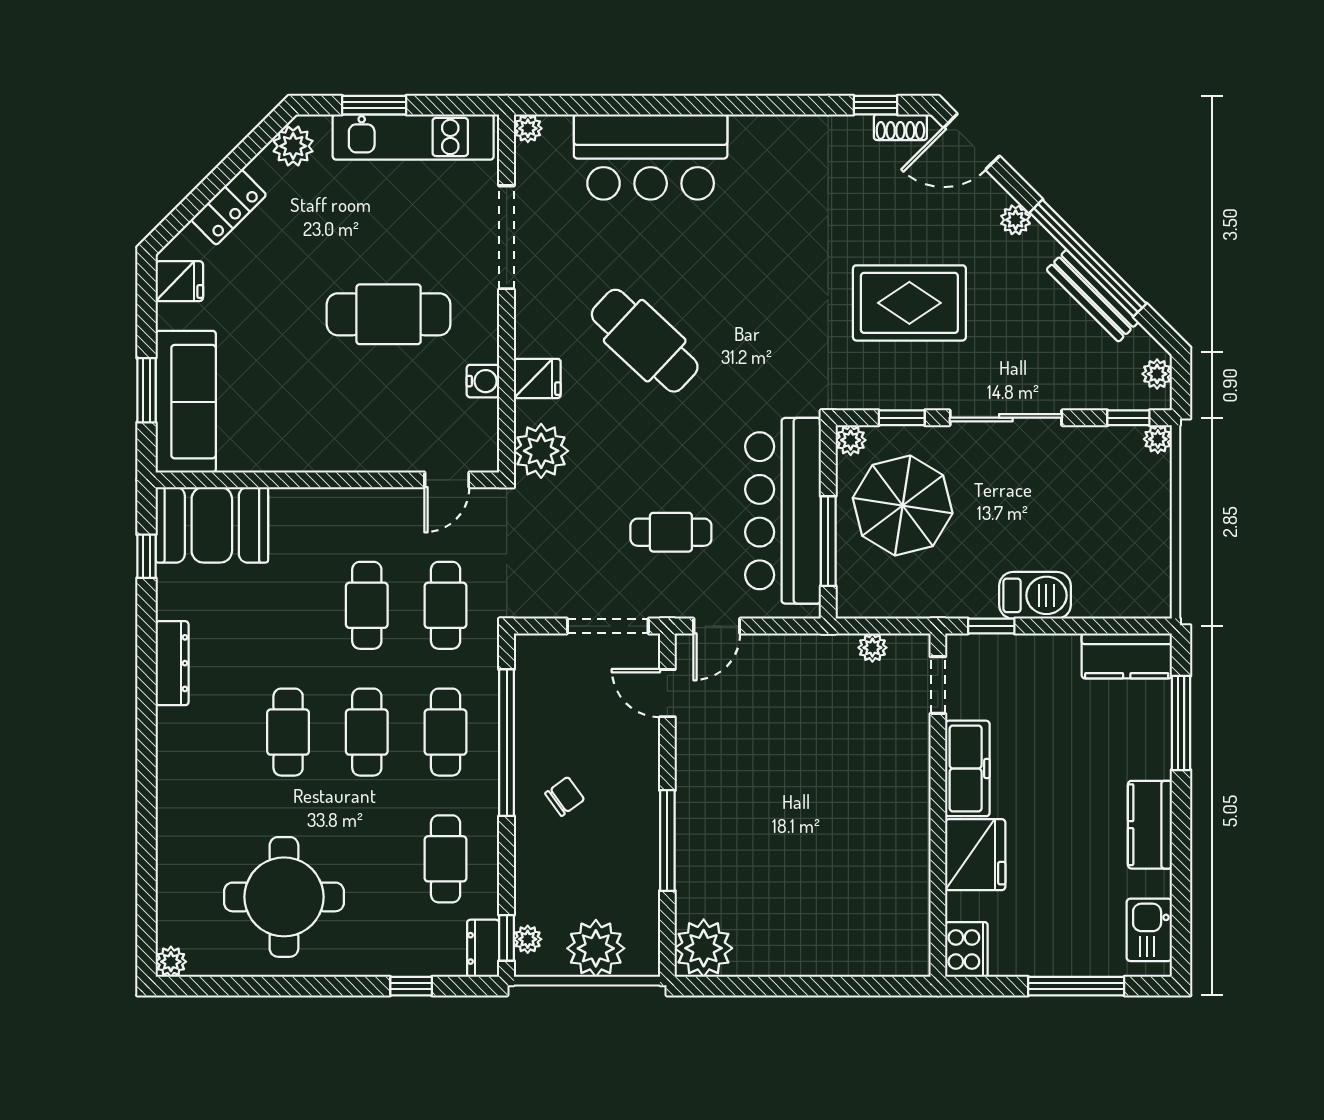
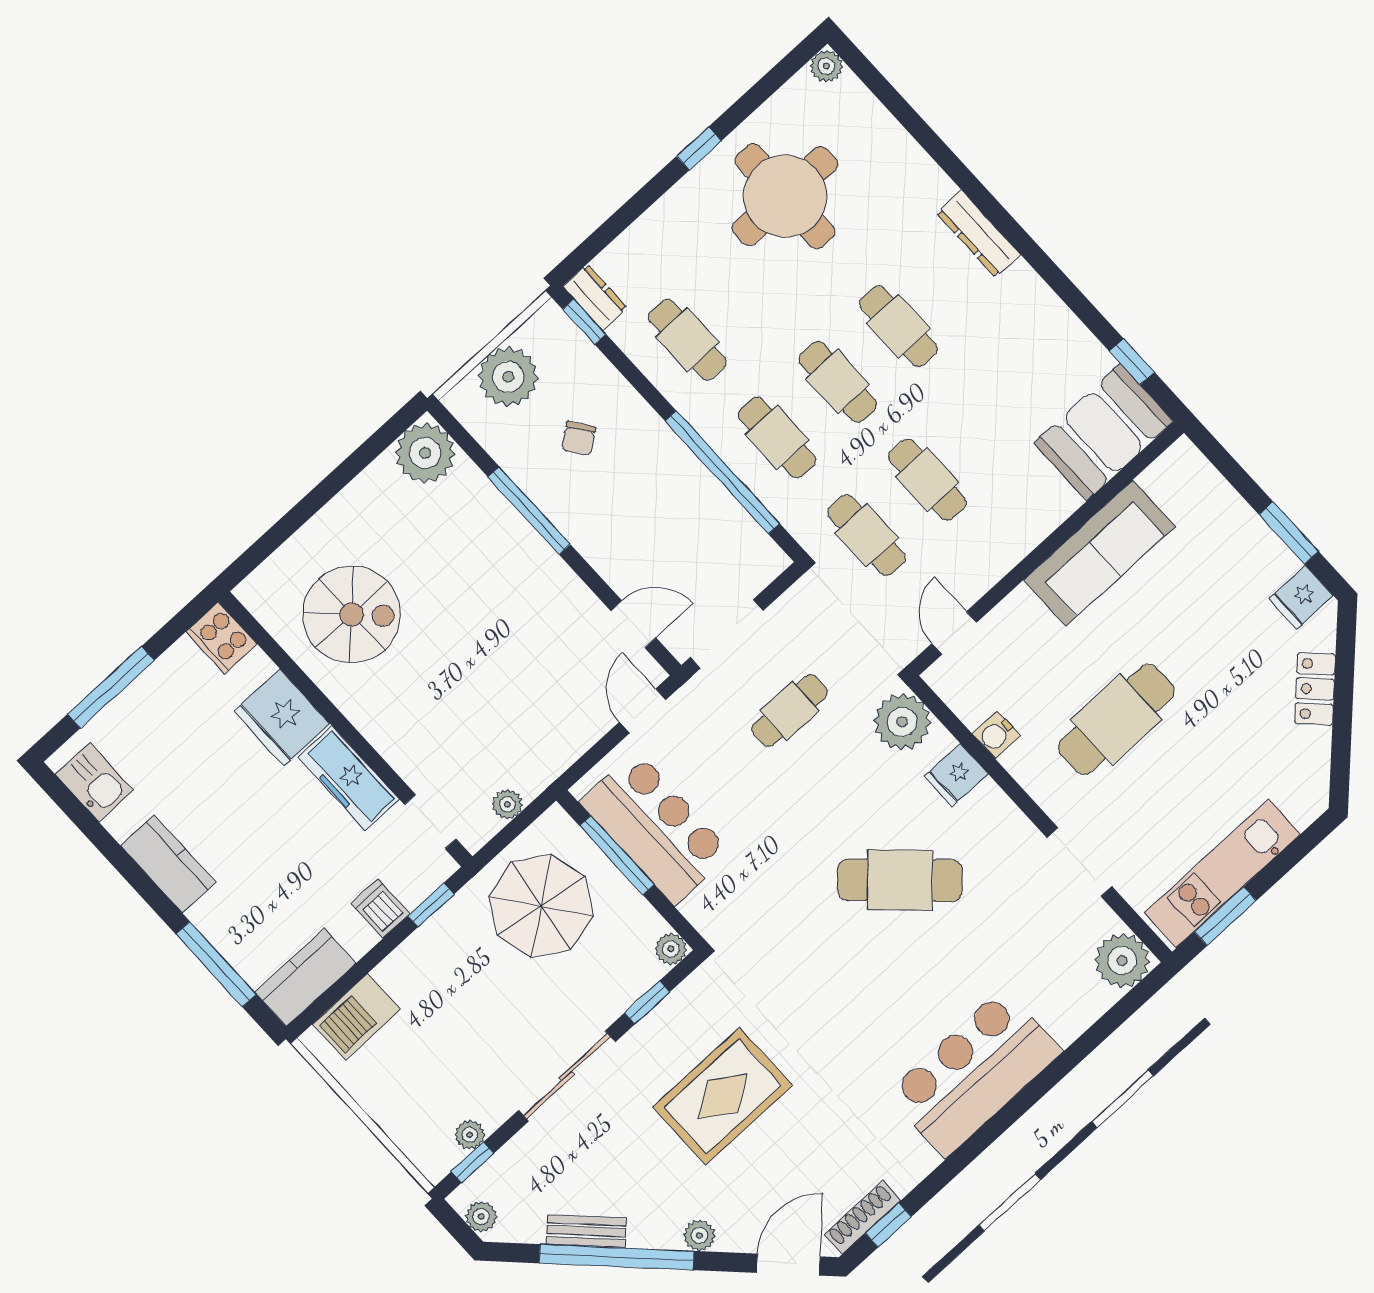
window: (374, 105) -> (1225, 916), moved
shoe rack: (900, 127) -> (862, 1217), width x1.43
plant: (528, 128) -> (1122, 961), width x1.88, depth x1.88
plant: (293, 146) -> (1309, 782), removed
bar counter: (651, 157) -> (974, 1073), moved
doorway: (507, 237) -> (1079, 862), width x0.73
bench: (1092, 296) -> (586, 1231), width x0.73
window: (146, 390) -> (1289, 533), moved
sofa: (186, 402) -> (1099, 553), moved, turned -90
plant: (1158, 439) -> (470, 1135), moved
parasol: (903, 506) -> (541, 906), moved
bar counter: (783, 511) -> (656, 828), width x0.73
cafe table: (671, 532) -> (790, 711), moved
barbecue: (1035, 595) -> (357, 1017), moved
dishwasher: (1029, 656) -> (380, 909), added
dresser: (172, 663) -> (978, 234), moved
chair: (565, 796) -> (579, 439), moved
spiral stairs: (860, 882) -> (352, 614), added
plant: (528, 939) -> (567, 336), removed
window: (411, 986) -> (699, 148), moved

